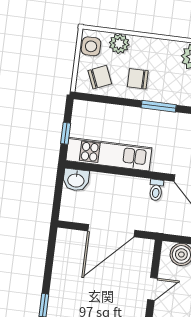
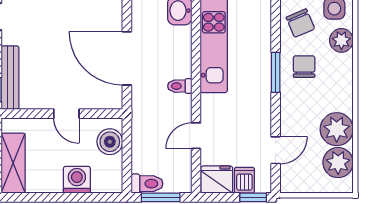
window: (159, 106) -> (276, 72), moved
toilet: (156, 190) -> (180, 86), moved

